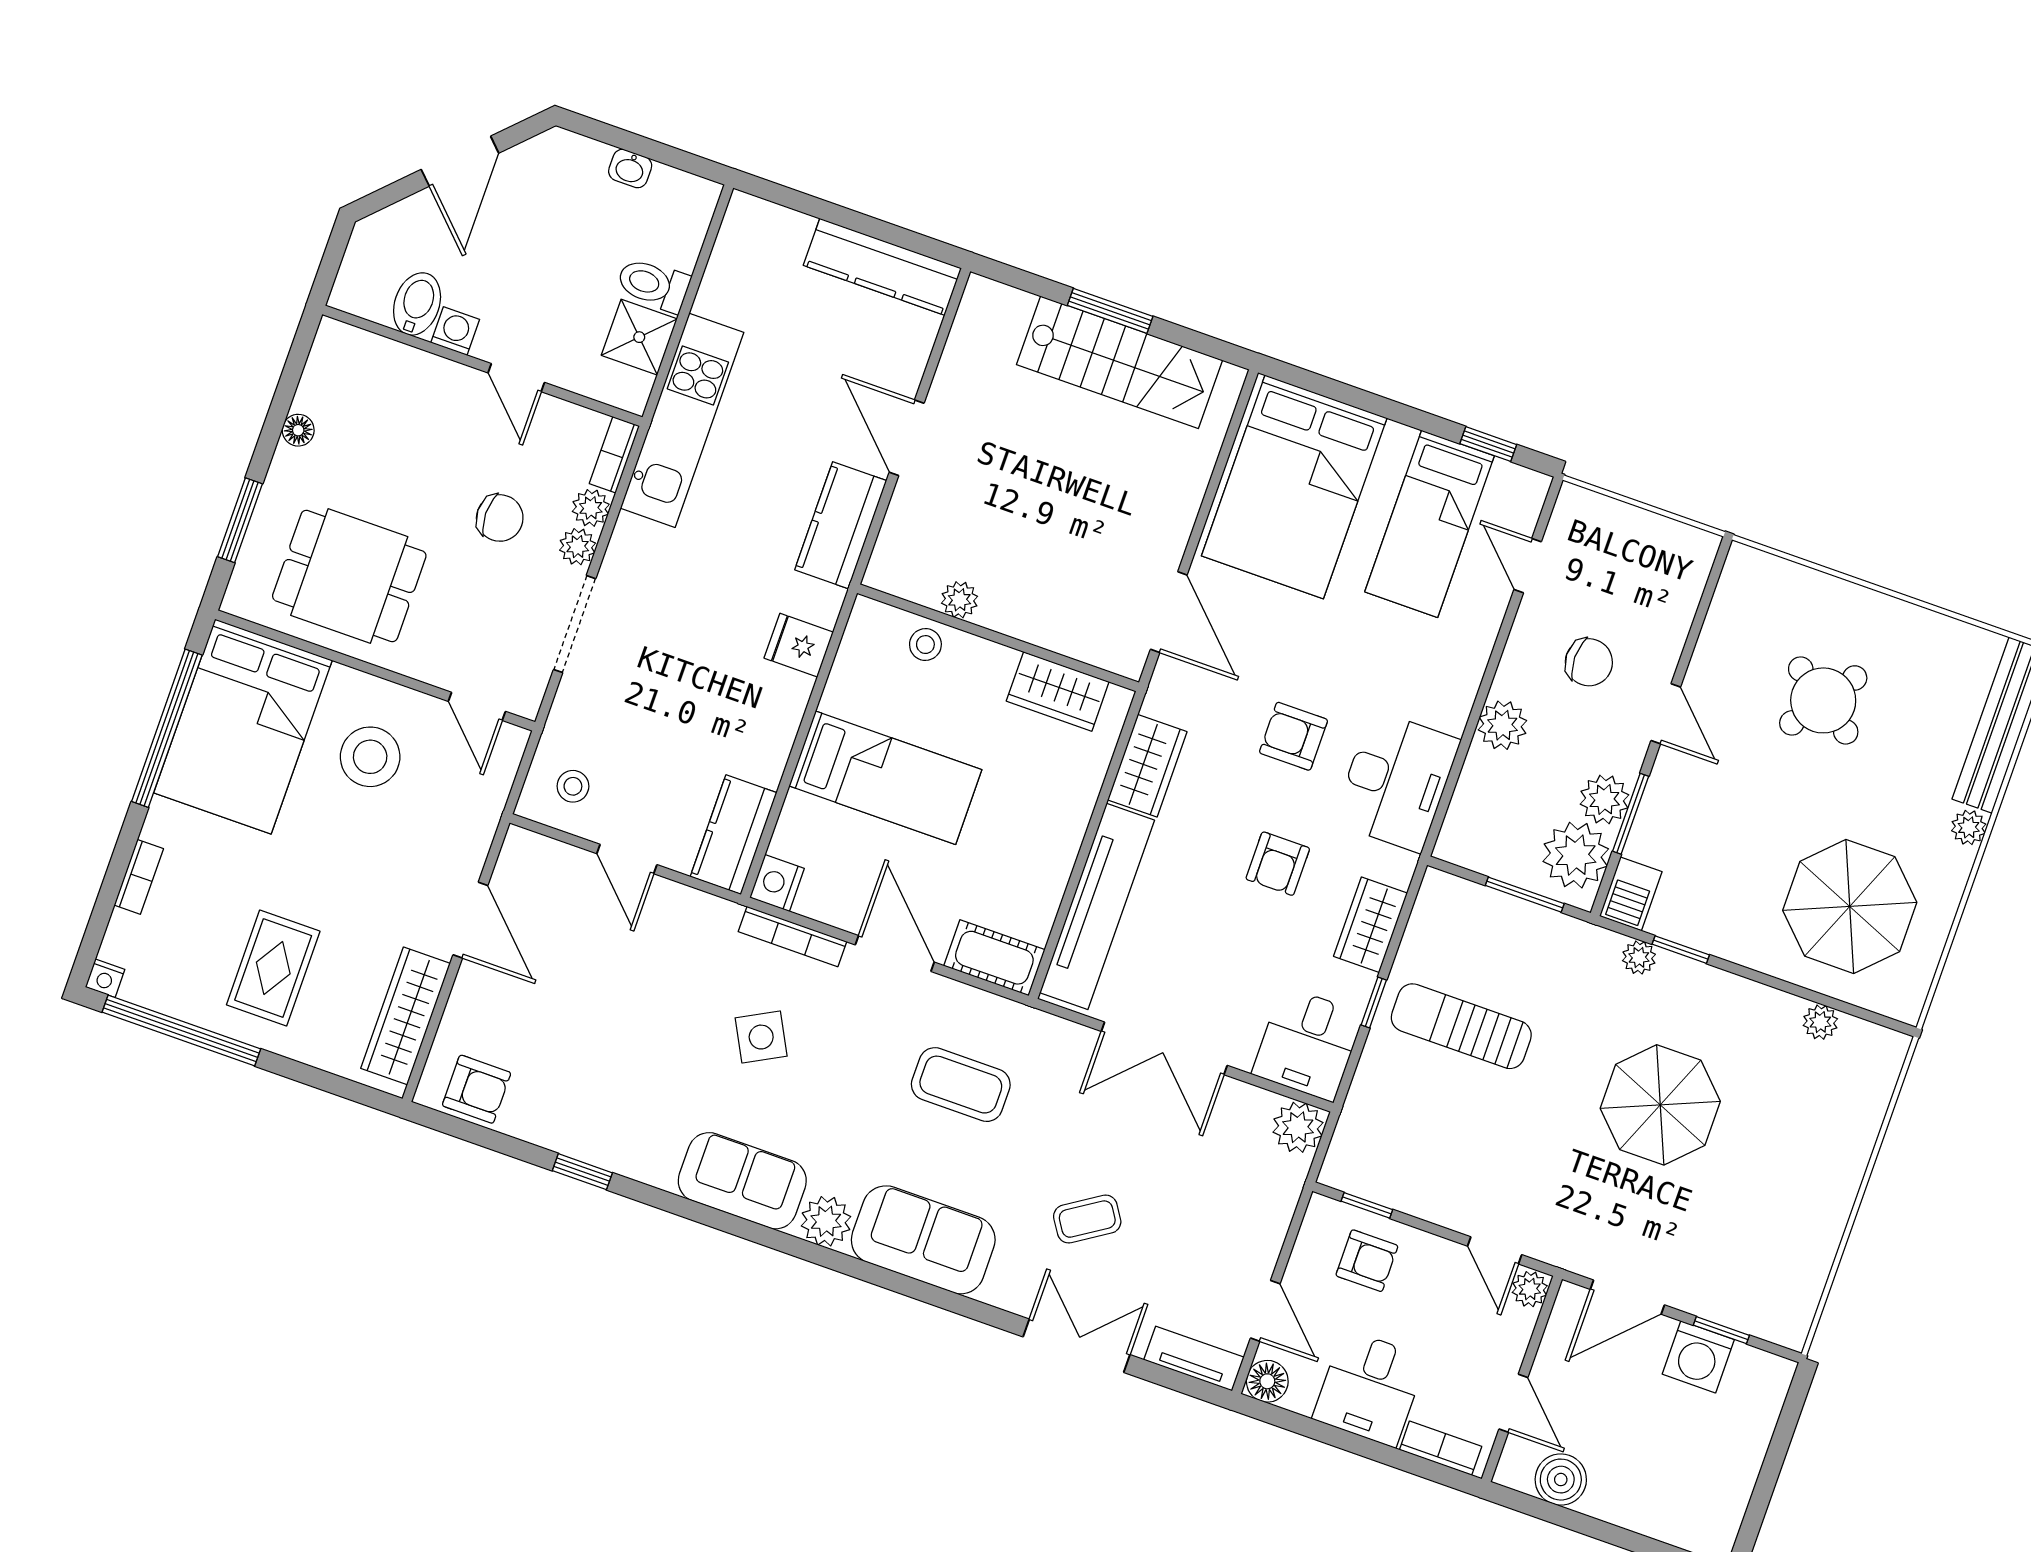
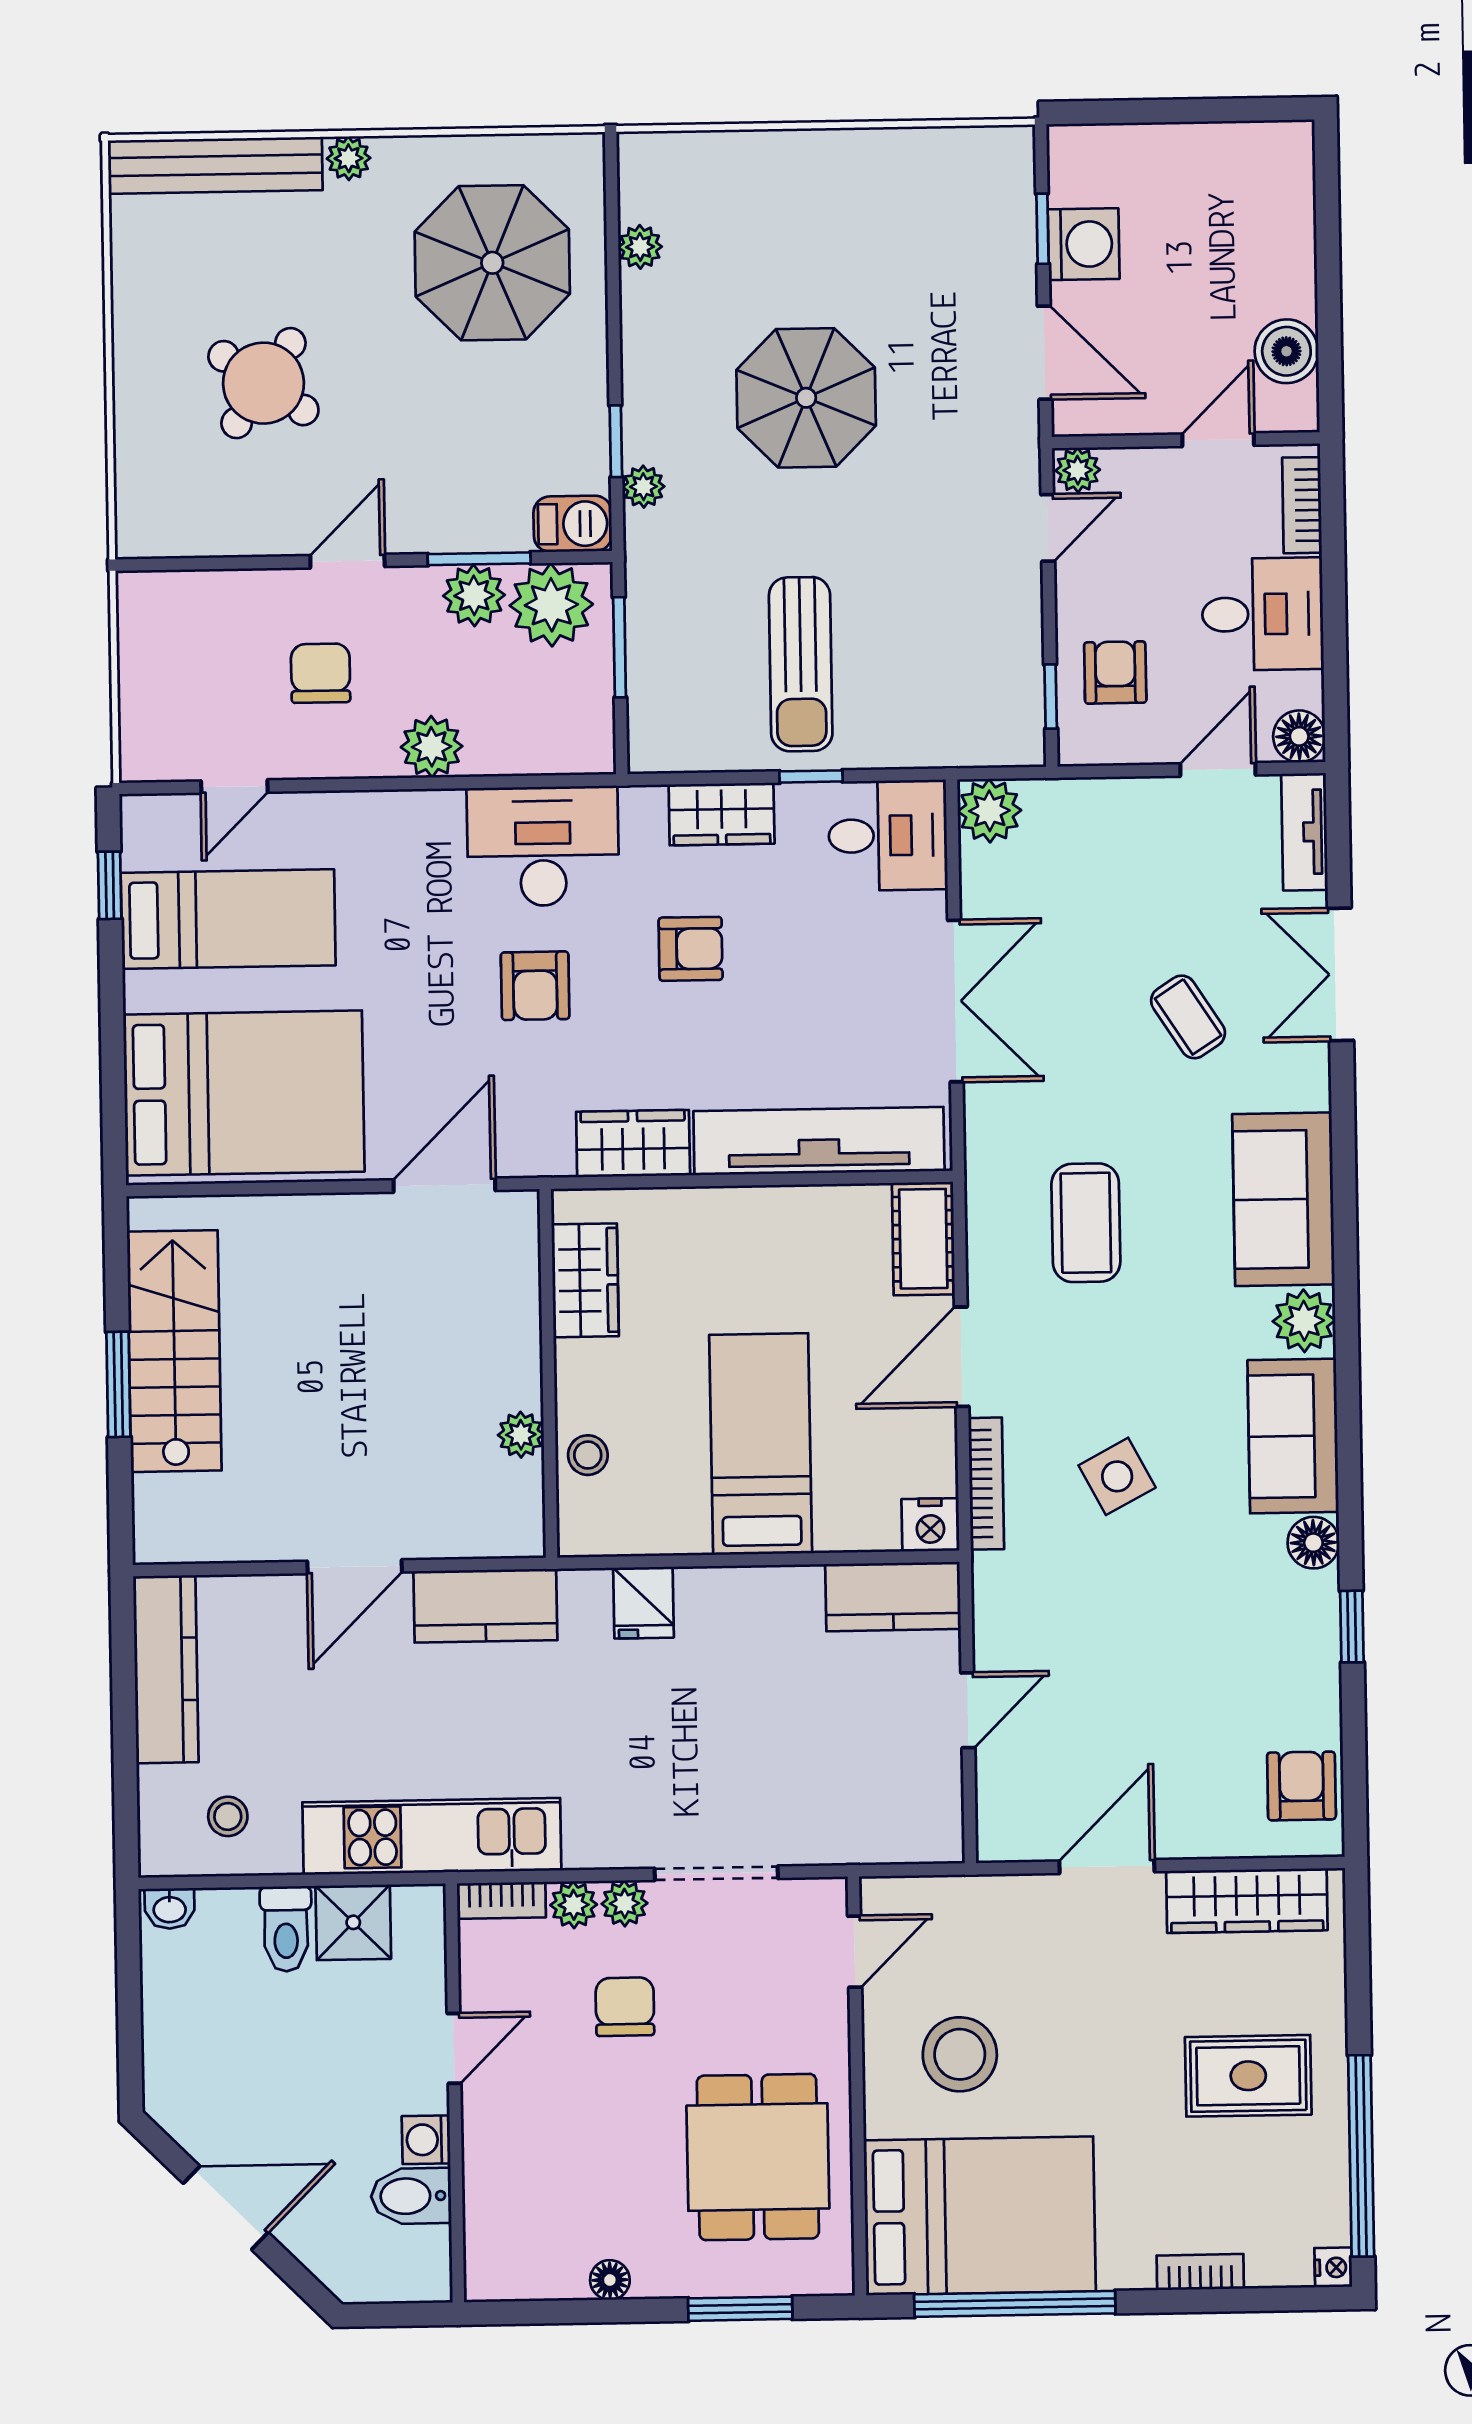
washbasin: (630, 168) -> (170, 1908), moved, turned 90
stool: (573, 786) -> (228, 1816), moved
floor lamp: (656, 1166) -> (1313, 1543), added

